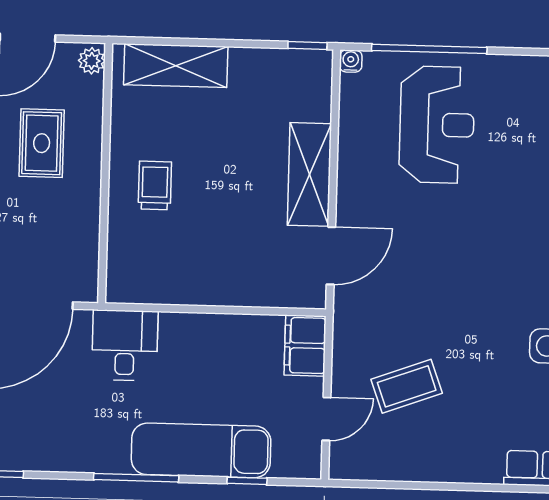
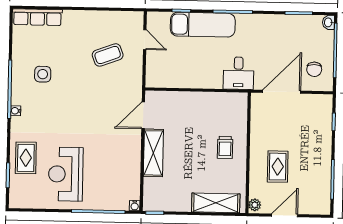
reception desk: (437, 125) -> (66, 174), moved
filing cabinet: (305, 346) -> (155, 74), removed
door: (326, 419) -> (145, 40), swing flipped

